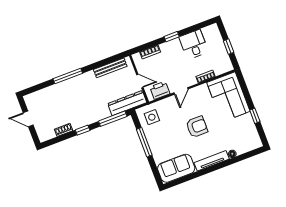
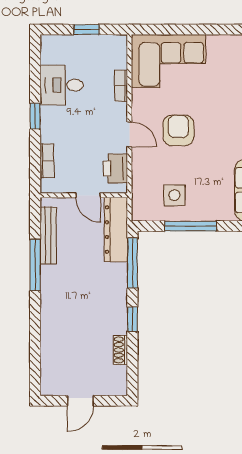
window: (68, 76) -> (35, 265), moved
door: (140, 81) -> (88, 195), swing flipped
window: (255, 116) -> (216, 30), removed
side table: (152, 117) -> (174, 195), moved
armchair: (197, 127) -> (178, 130), moved

